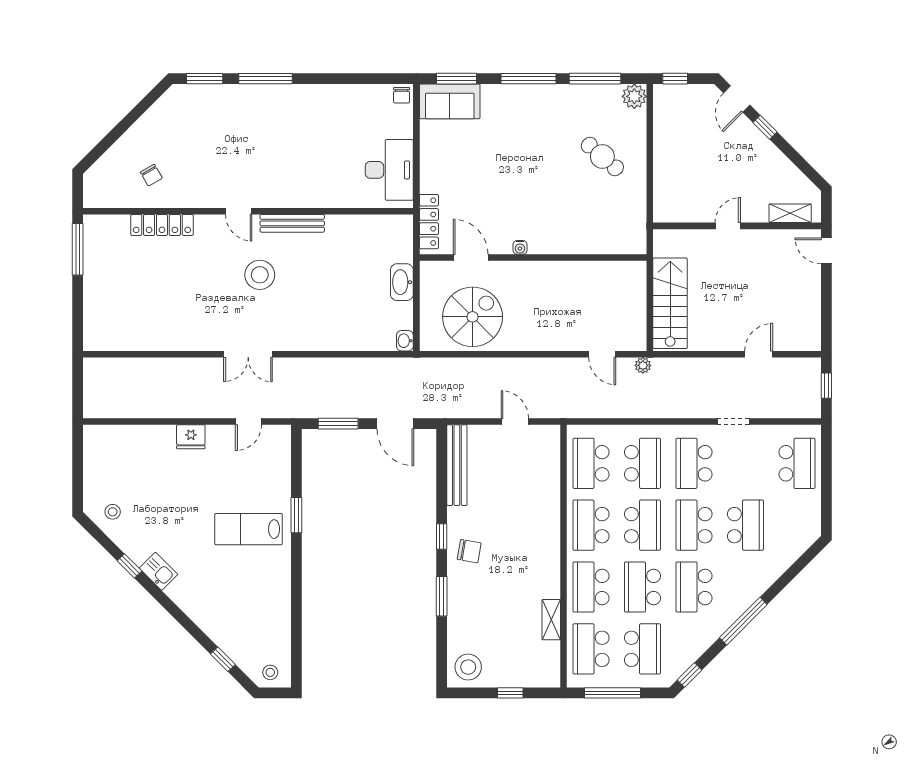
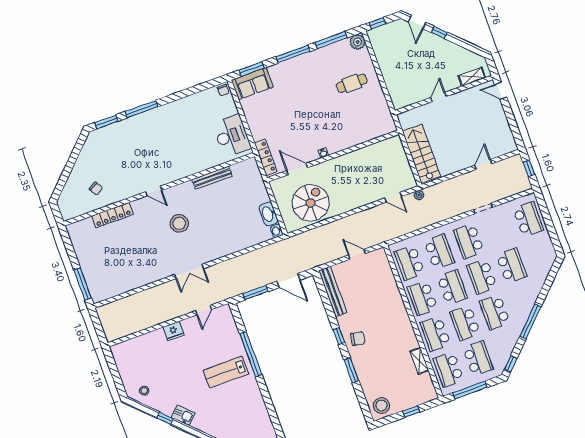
cafe table: (602, 156) -> (352, 83), turned -41
bench: (292, 223) -> (212, 178), moved
window: (78, 249) -> (83, 284), moved
washbasin: (402, 282) -> (268, 214), moved
window: (296, 515) -> (251, 354), width x2.11

